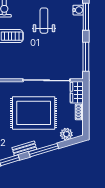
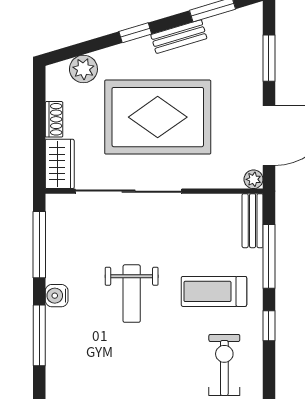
water cooler: (78, 10) -> (57, 296), moved
weight bench: (44, 21) -> (132, 294), moved
window: (44, 150) -> (135, 33), width x0.46

